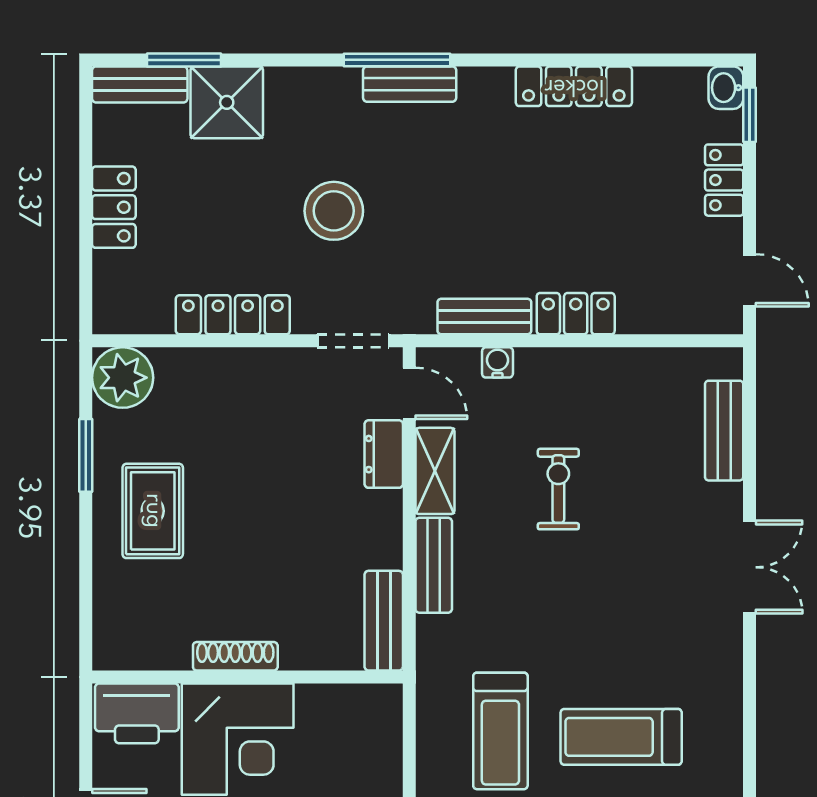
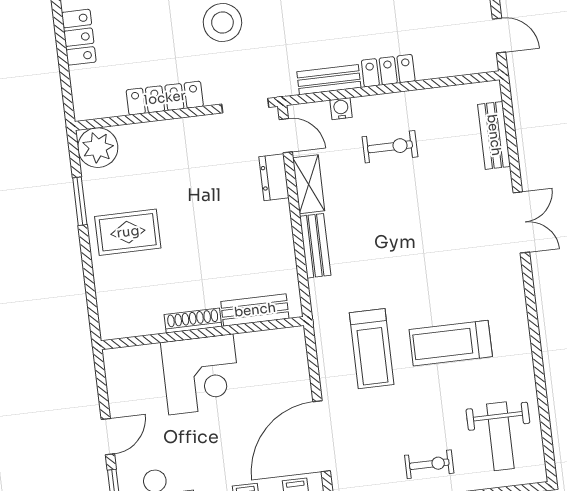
exercise bike: (558, 489) -> (390, 147), moved, turned 90
rug: (153, 511) -> (128, 232), turned 90
bench: (384, 621) -> (255, 310), moved, turned 90
printer: (137, 713) -> (133, 365), removed

